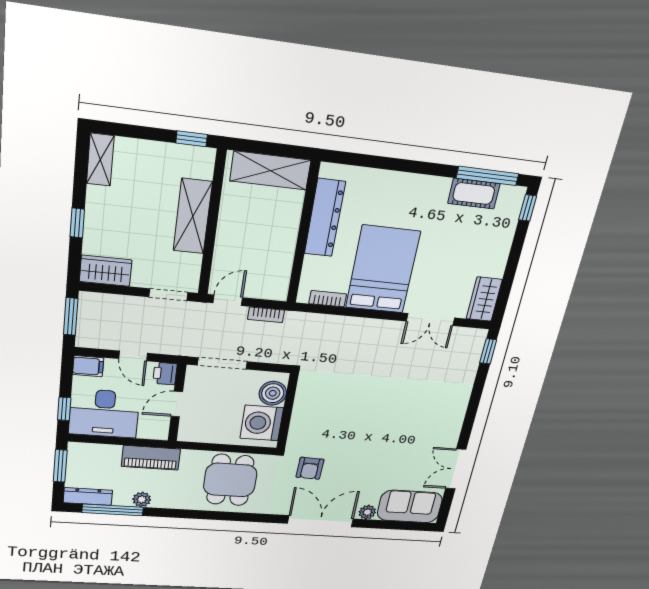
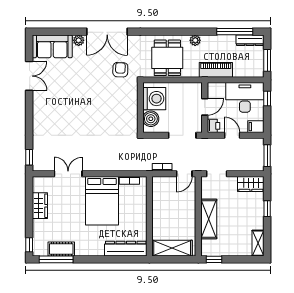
dresser: (325, 218) -> (126, 249), moved, turned 90
wardrobe: (484, 299) -> (40, 206), moved
plant: (142, 499) -> (195, 40), moved

